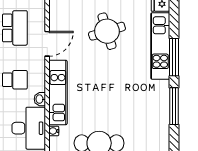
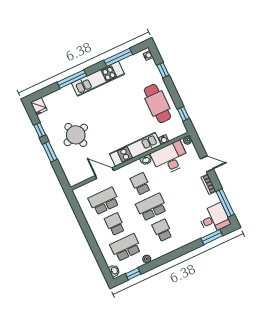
kitchen unit: (160, 46) -> (98, 79), moved
window: (174, 106) -> (118, 57), moved

